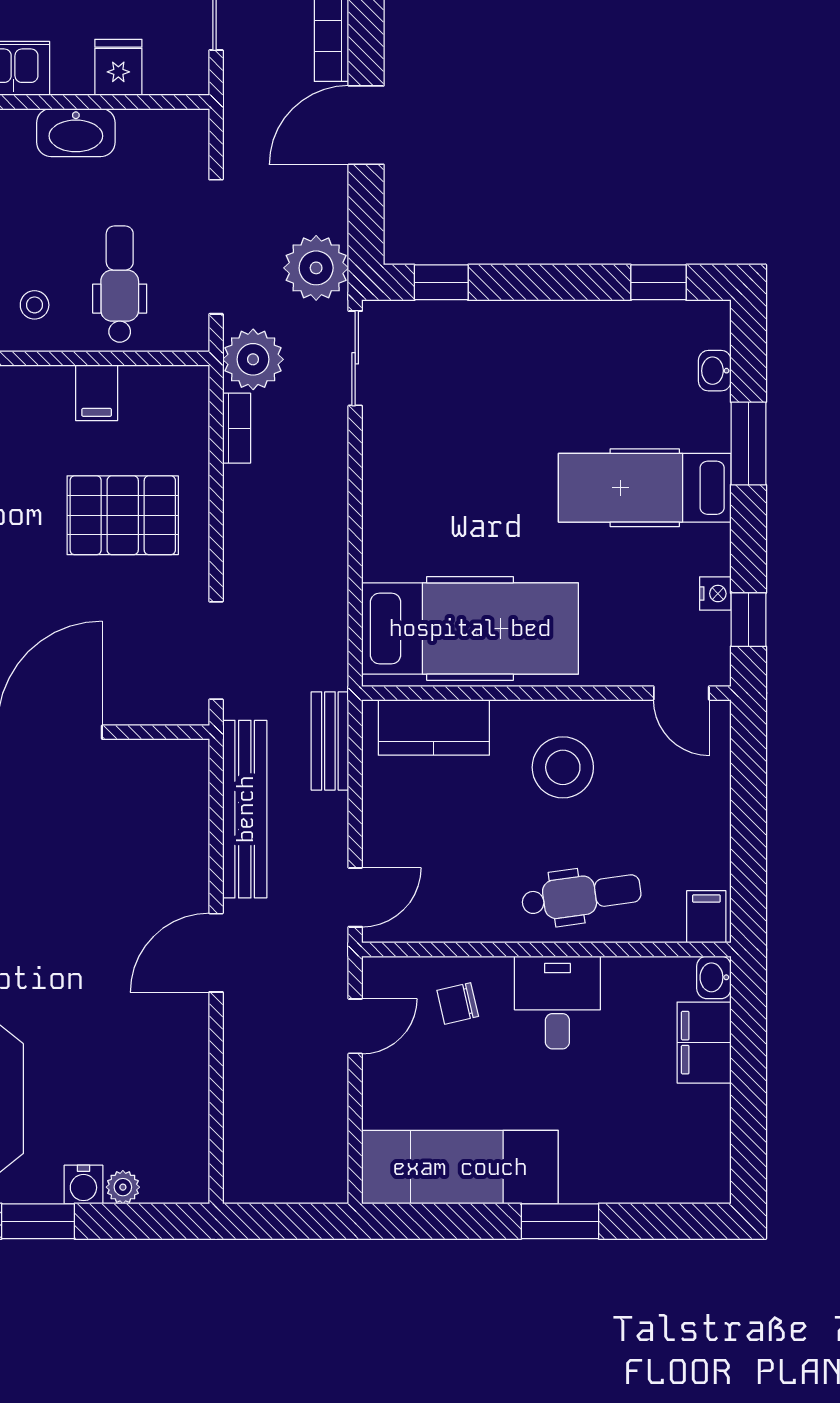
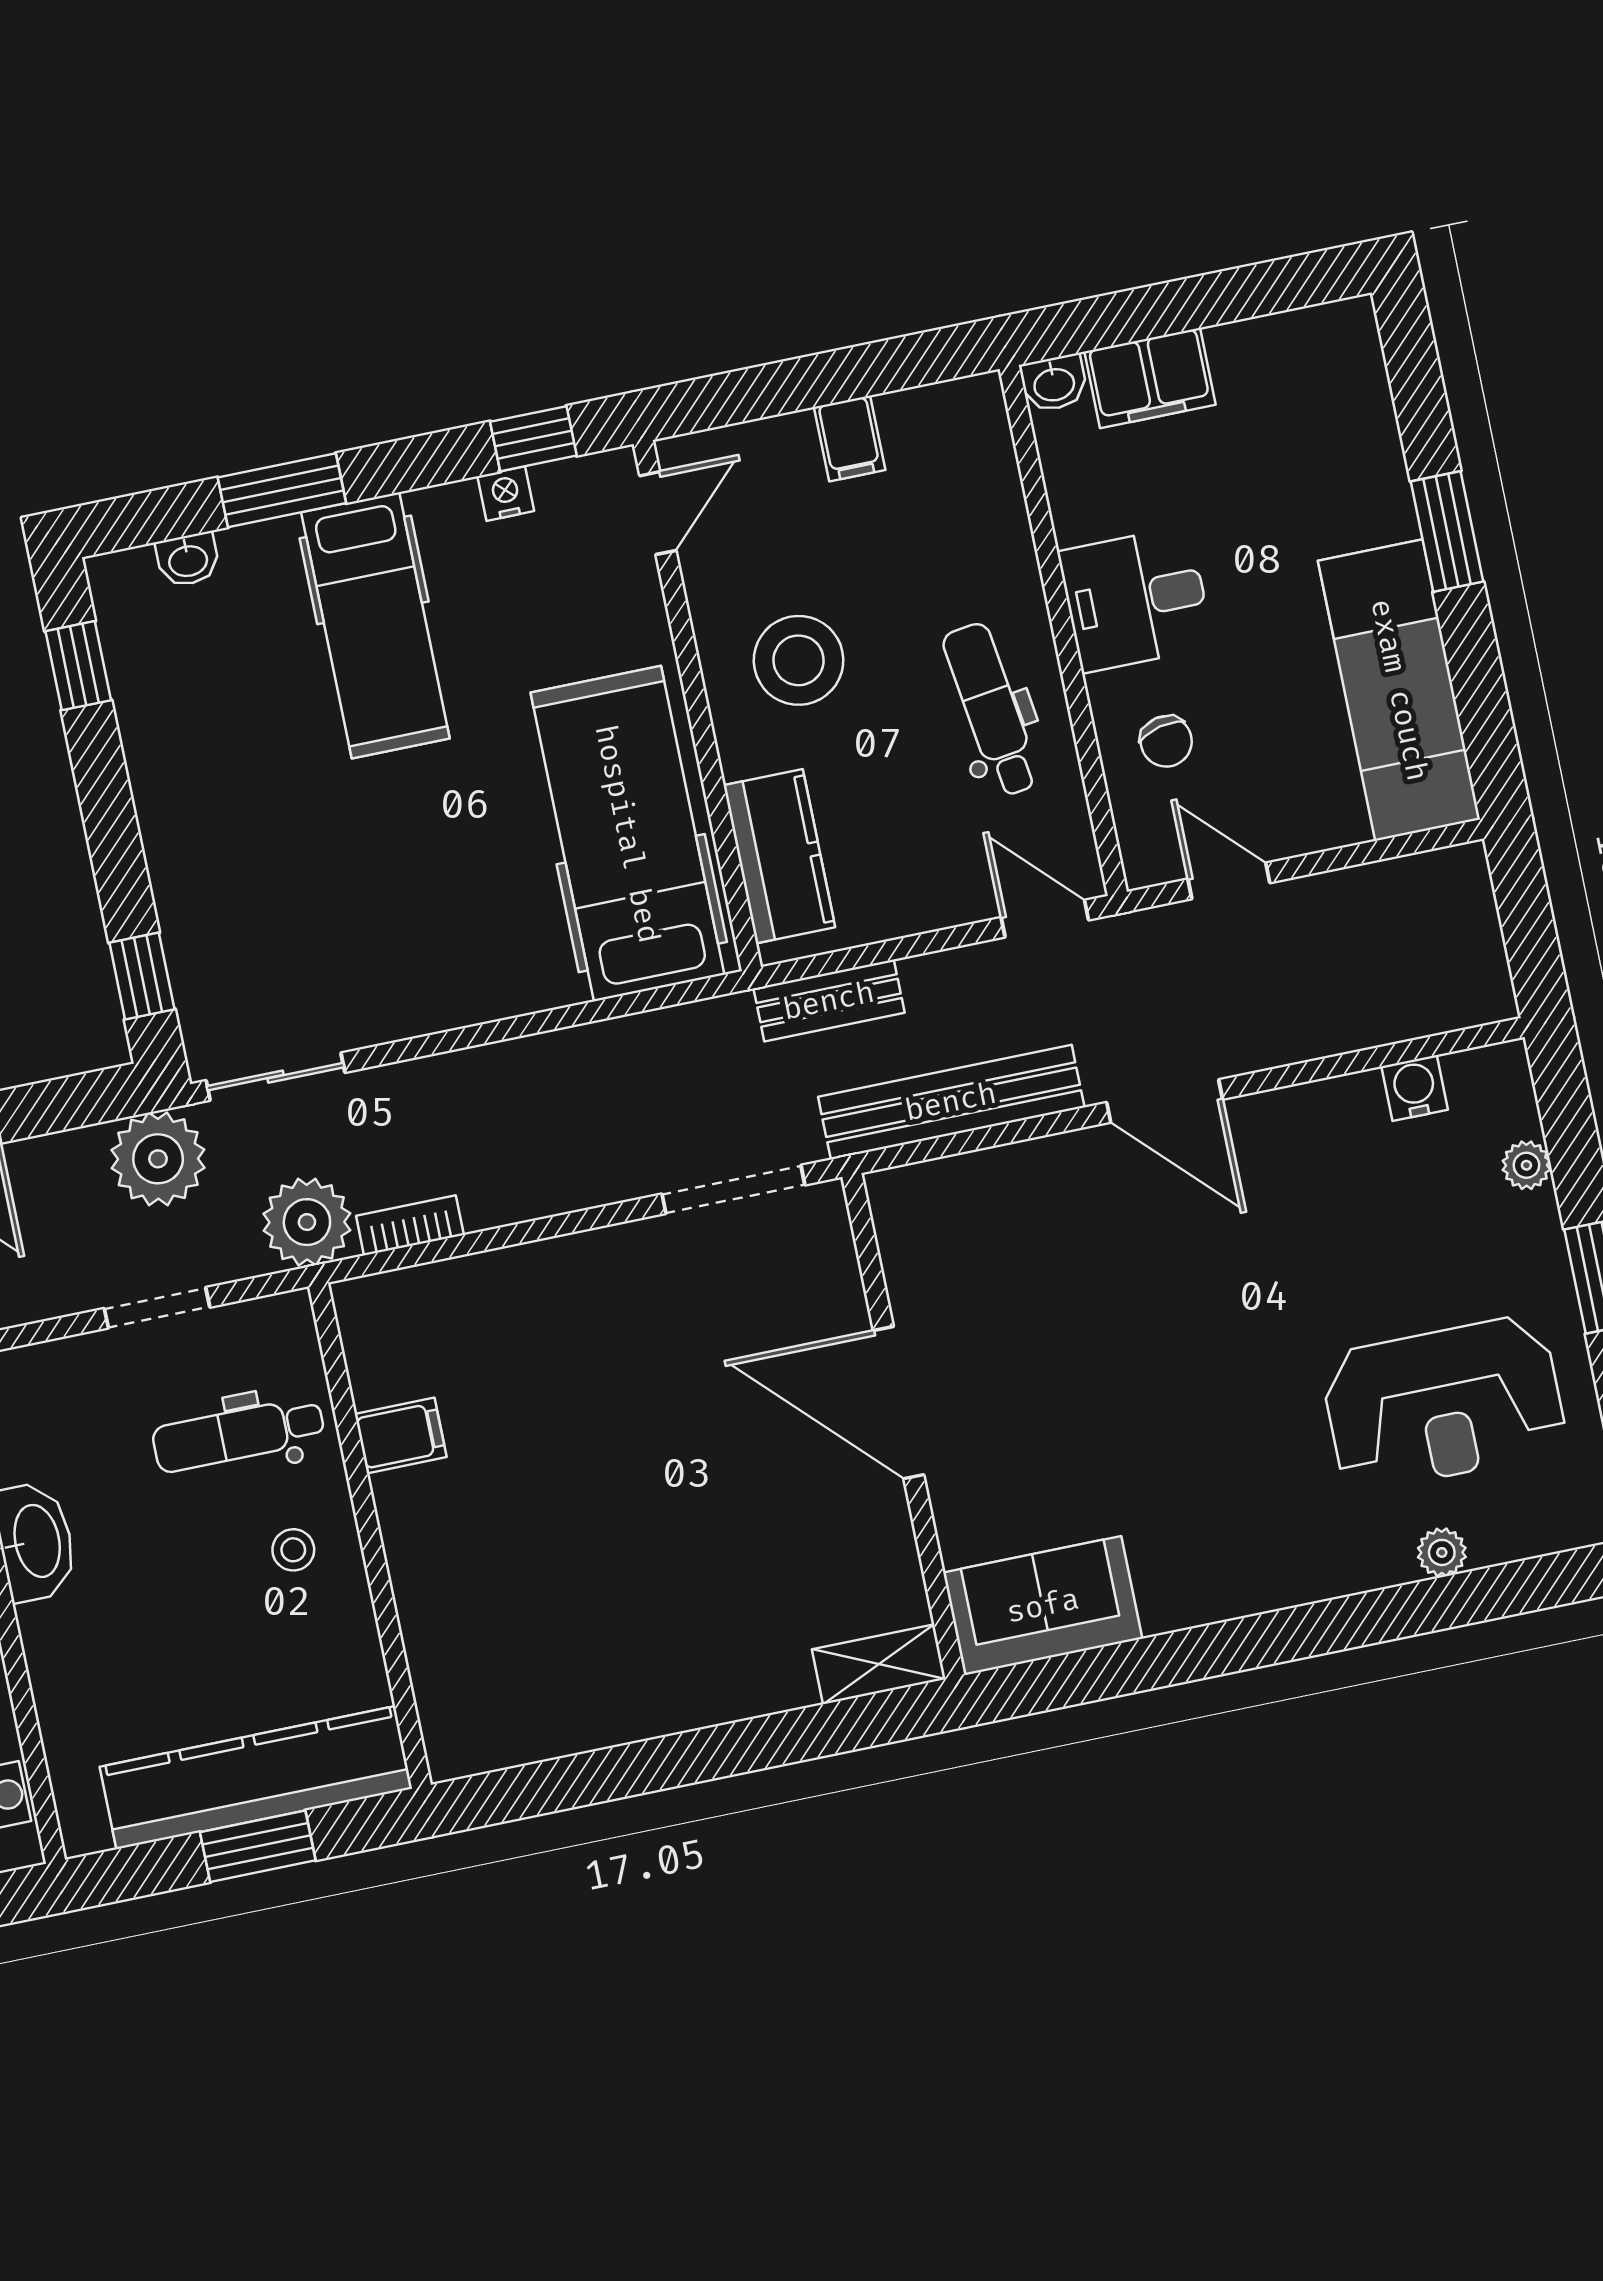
doorway: (216, 247) -> (157, 1308), width x0.53
pallet: (123, 515) -> (568, 1362), removed
dental chair: (581, 896) -> (991, 710), moved
filing cabinet: (706, 917) -> (850, 438), moved, turned -90
water cooler: (83, 1184) -> (1415, 1088), moved, turned -90

